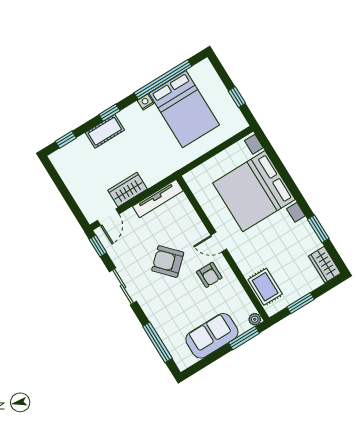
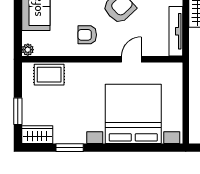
door: (219, 242) -> (131, 59), moved
window: (301, 303) -> (18, 111), moved
window: (244, 338) -> (18, 31), removed

